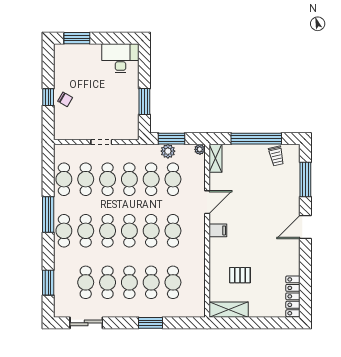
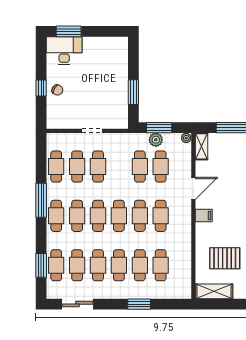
desk: (120, 58) -> (64, 51), moved
cafe table: (129, 179) -> (56, 265), moved
pallet: (240, 275) -> (225, 258), width x1.50, depth x1.42

